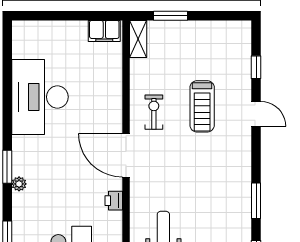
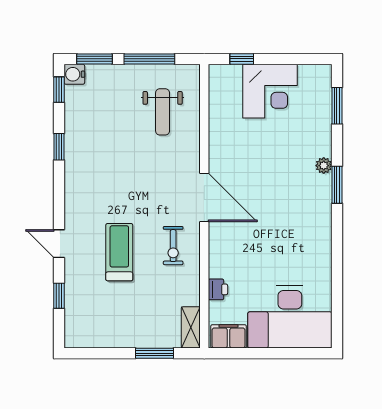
desk: (40, 97) -> (290, 317), moved, turned 90
printer: (114, 201) -> (218, 289), moved
window: (256, 201) -> (59, 147), width x0.67

